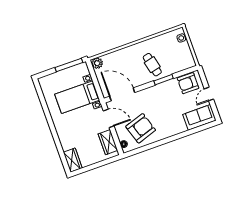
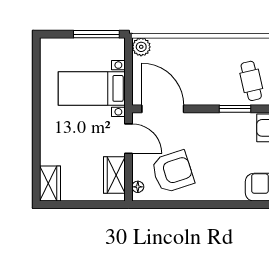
cafe table: (152, 65) -> (251, 81), moved

